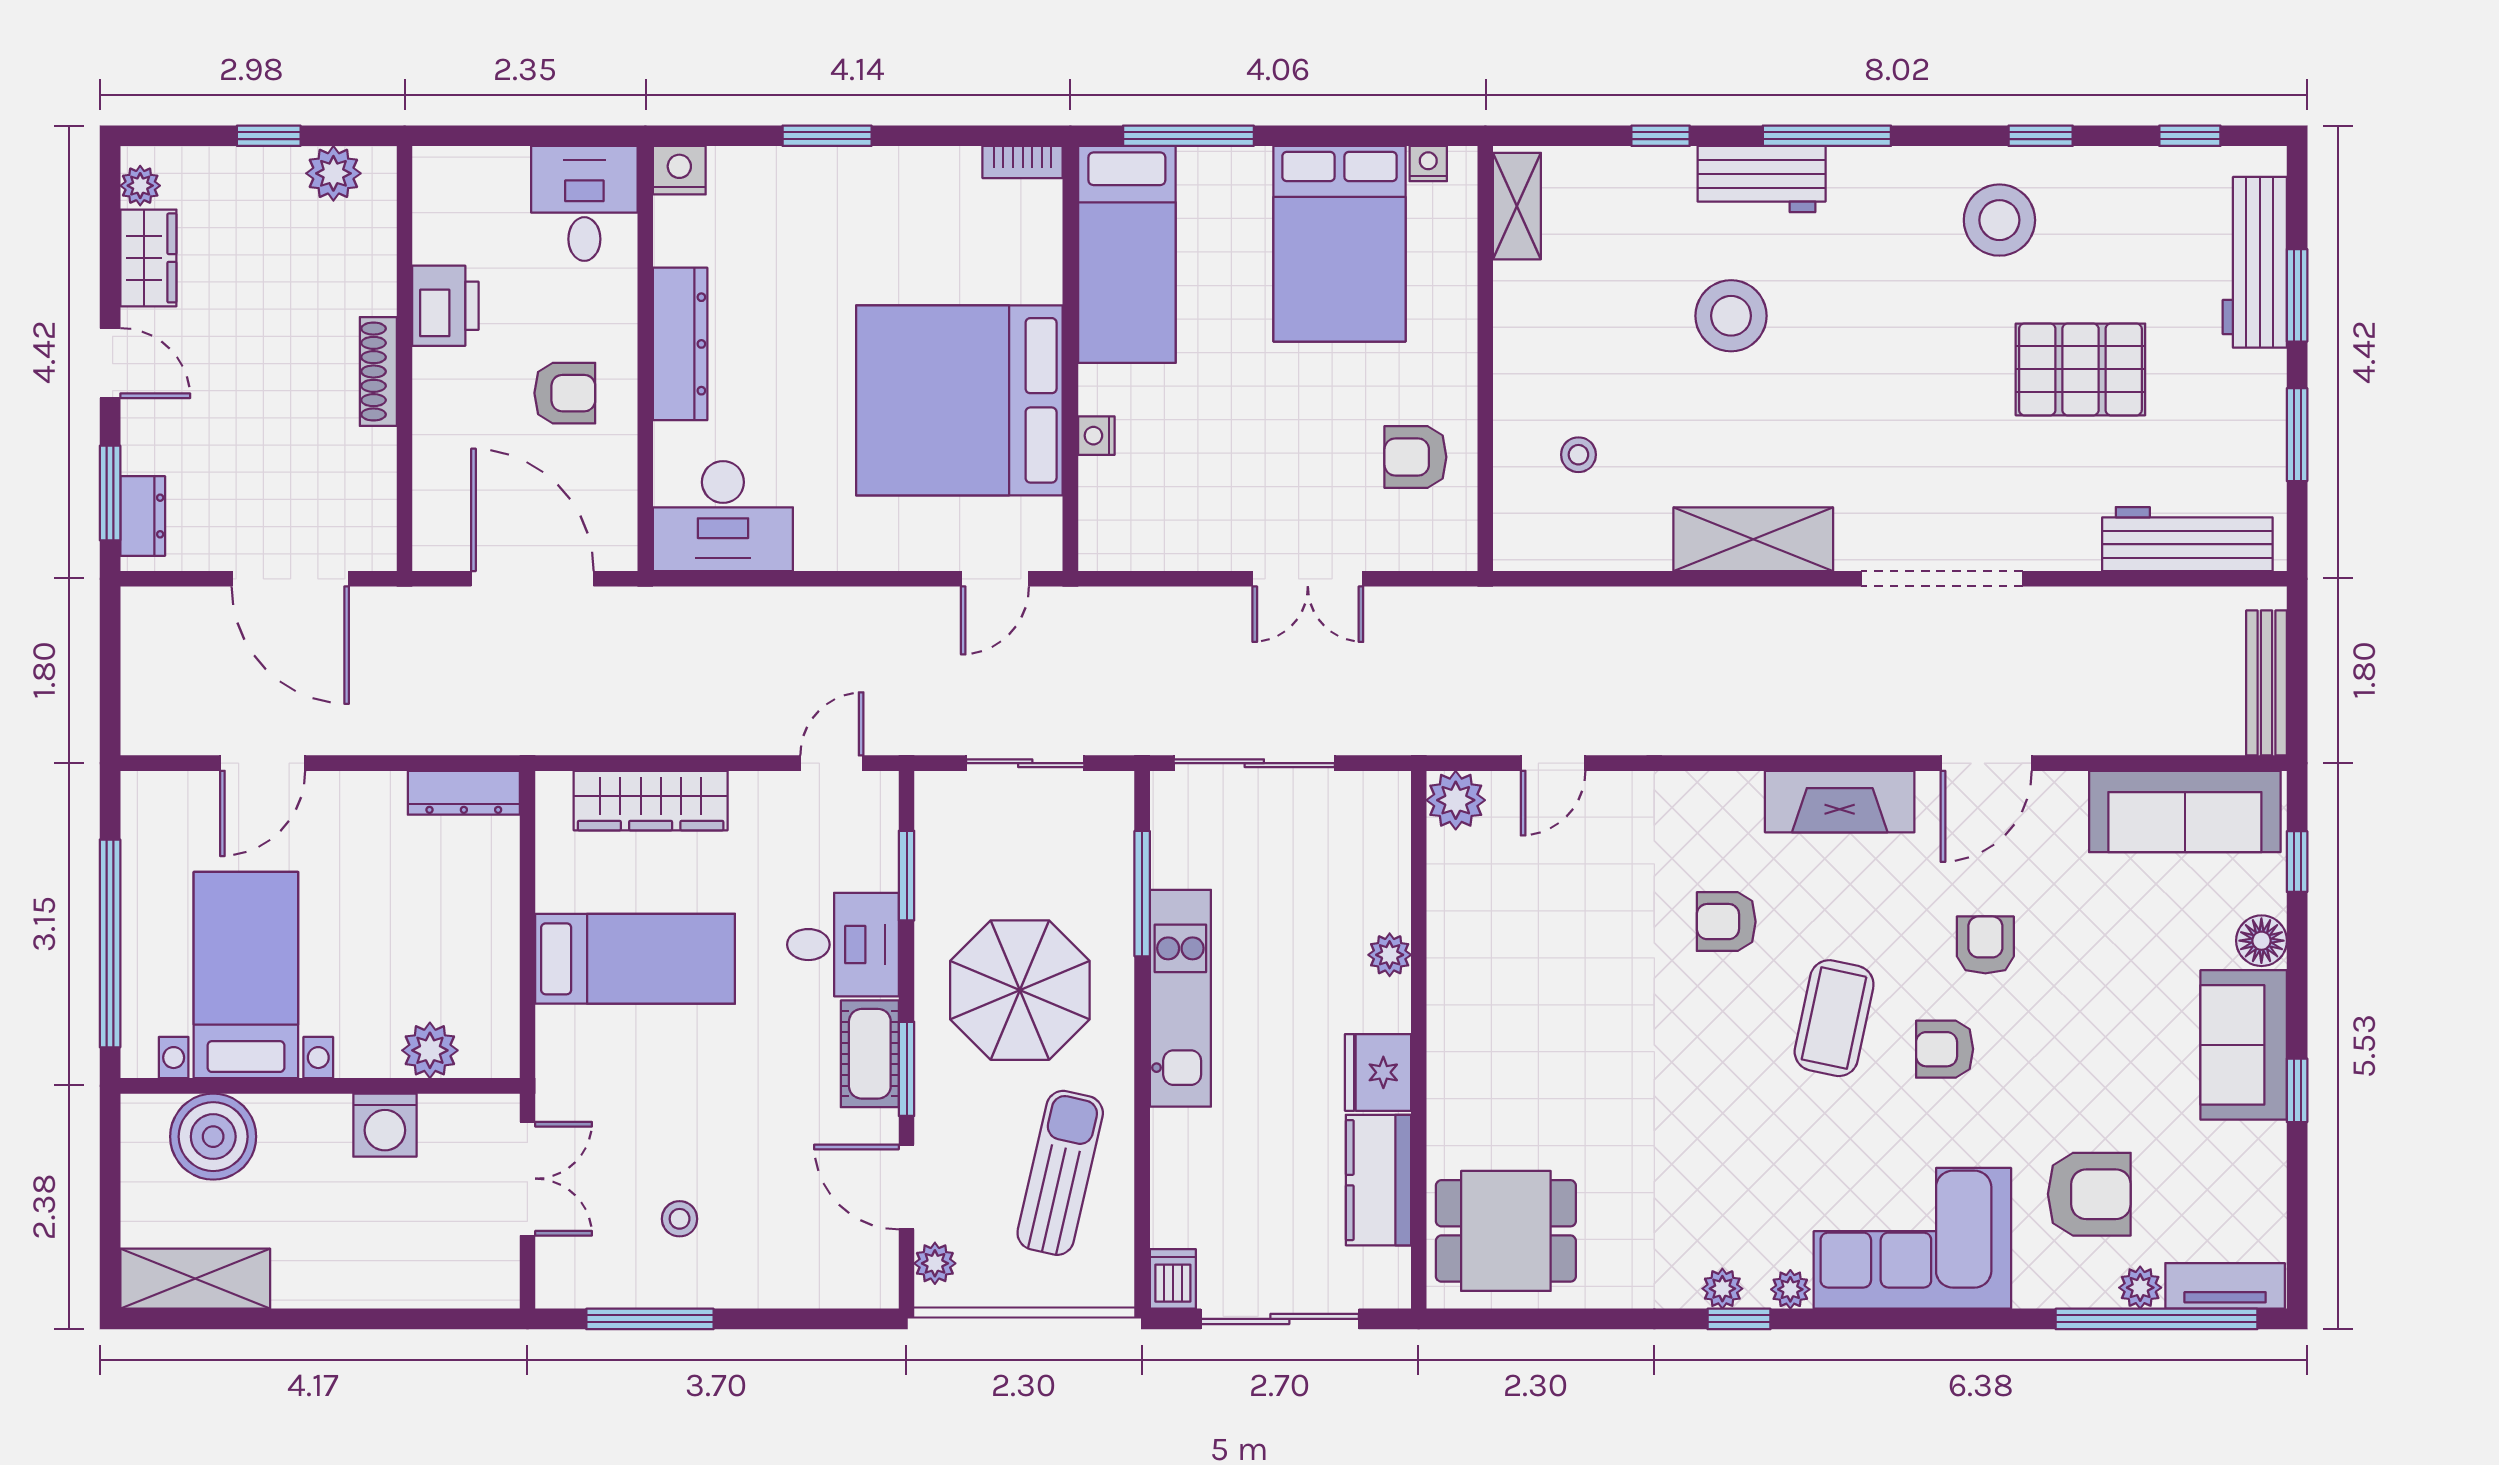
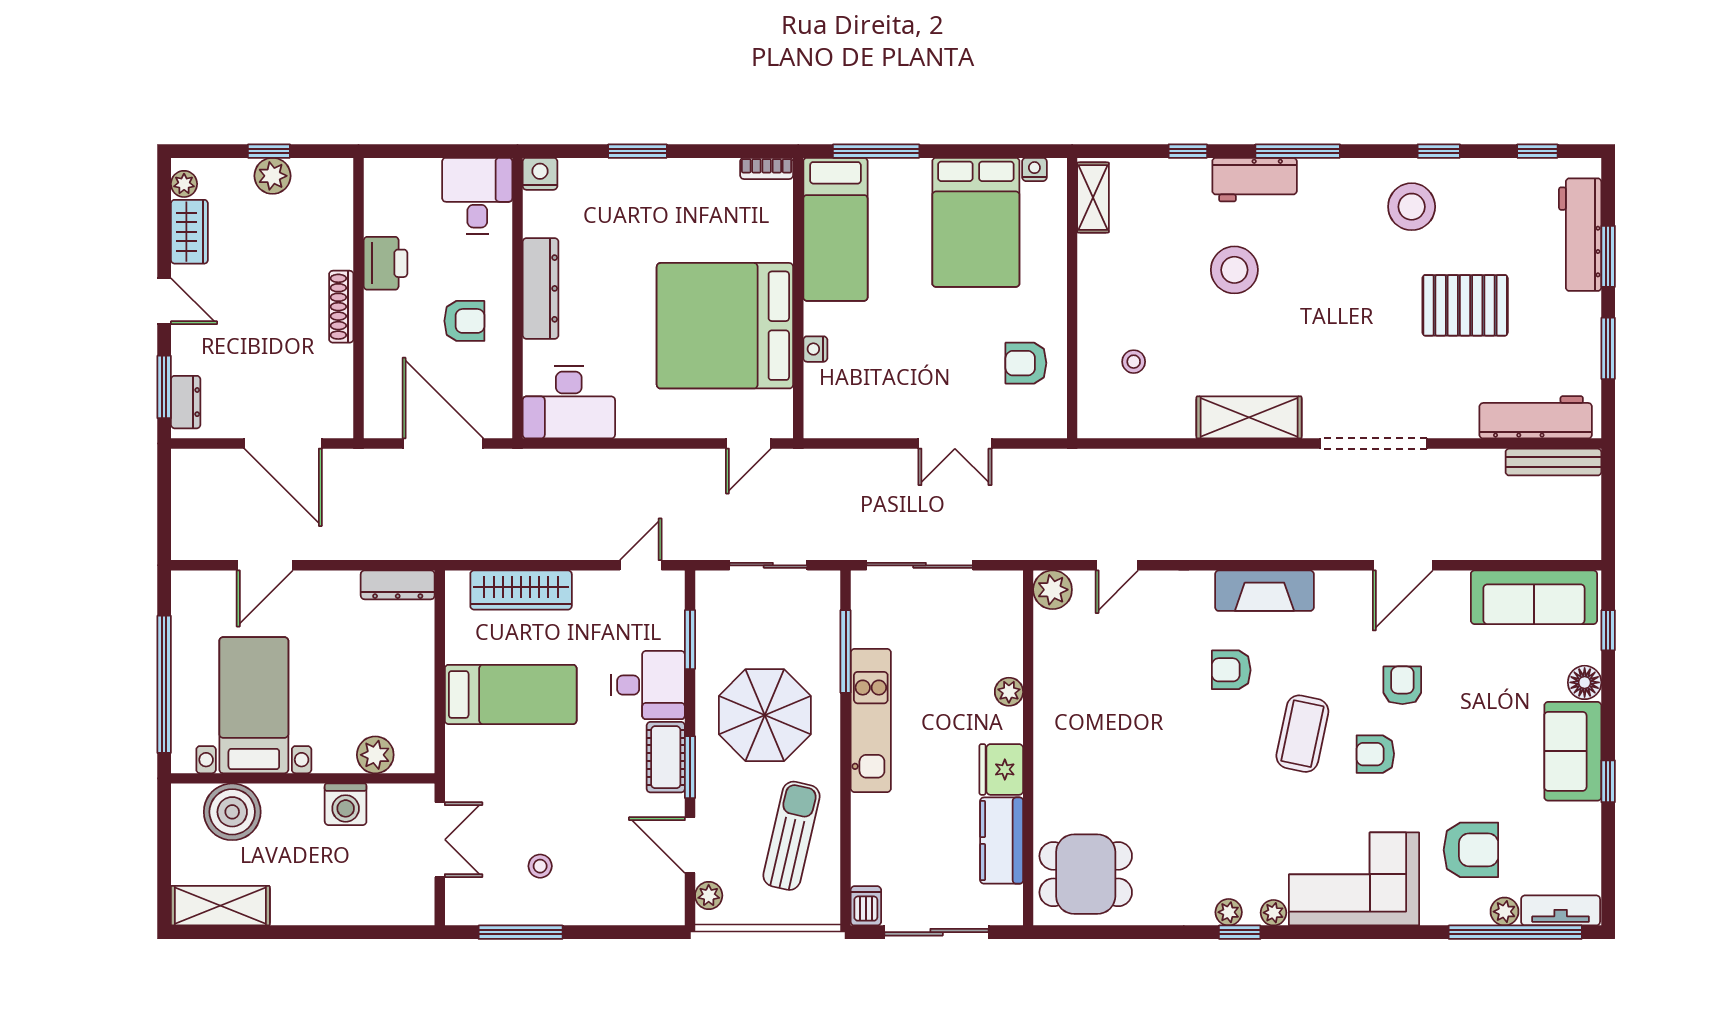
plant: (333, 173) -> (272, 176), moved
bench: (2267, 683) -> (1553, 462), moved, turned 90
fireplace: (1840, 802) -> (1264, 591), moved

